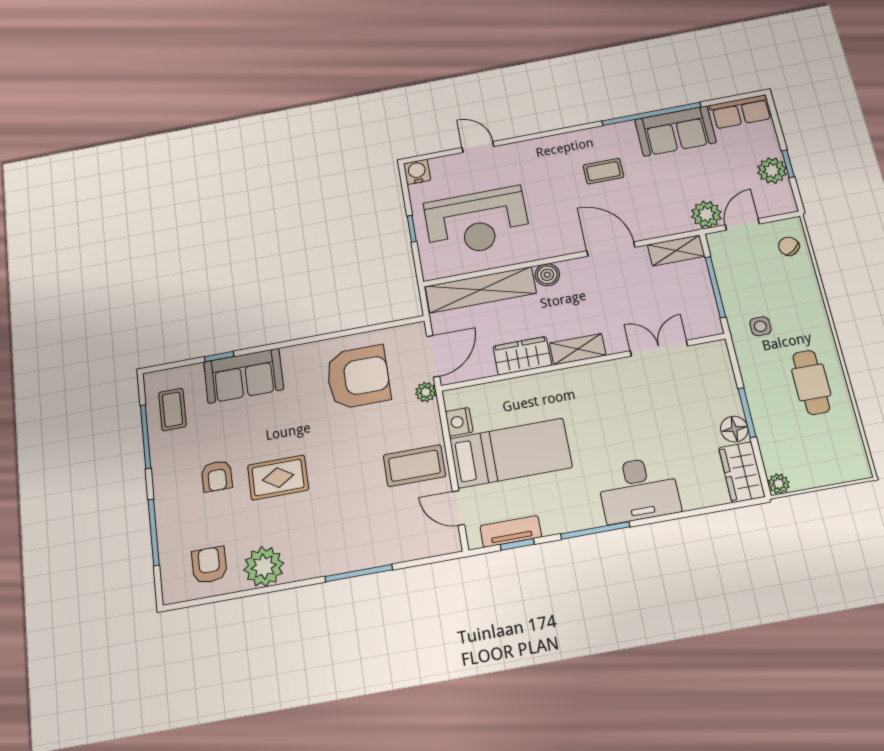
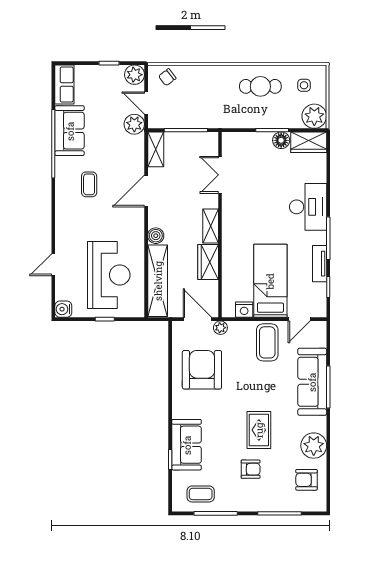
plant: (772, 170) -> (135, 75), moved
side table: (760, 326) -> (304, 85), moved
plant: (779, 484) -> (314, 116), width x1.87, depth x1.87
tv unit: (511, 531) -> (320, 264), moved
sofa: (363, 546) -> (312, 382), added

